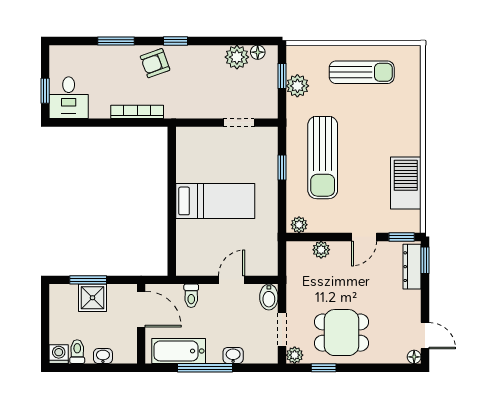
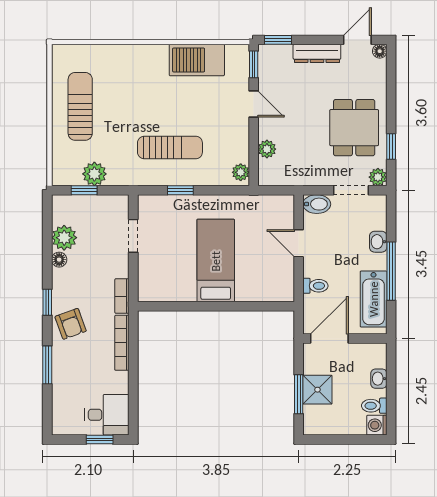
floor lamp: (258, 52) -> (59, 260), moved
bookcase: (181, 112) -> (122, 296), added
sun lounger: (323, 158) -> (170, 147), width x0.73, depth x0.75
dresser: (412, 267) -> (317, 53), moved

